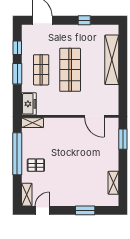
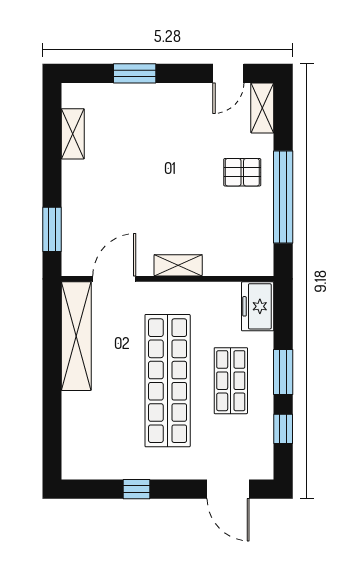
shelving: (112, 60) -> (76, 336), moved
shop shelf: (70, 70) -> (168, 381), width x1.40
door: (94, 116) -> (114, 279), hinge flipped
shelving: (32, 123) -> (178, 265), moved

